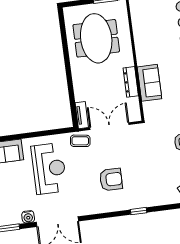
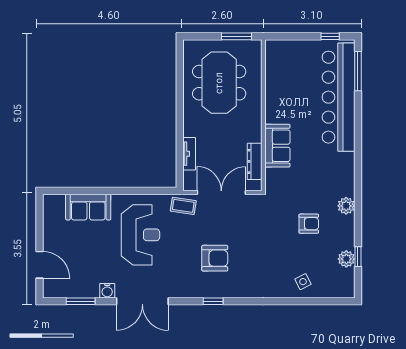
dresser: (131, 82) -> (255, 161), moved
tv unit: (82, 115) -> (189, 154), moved
window: (139, 211) -> (213, 301), moved

